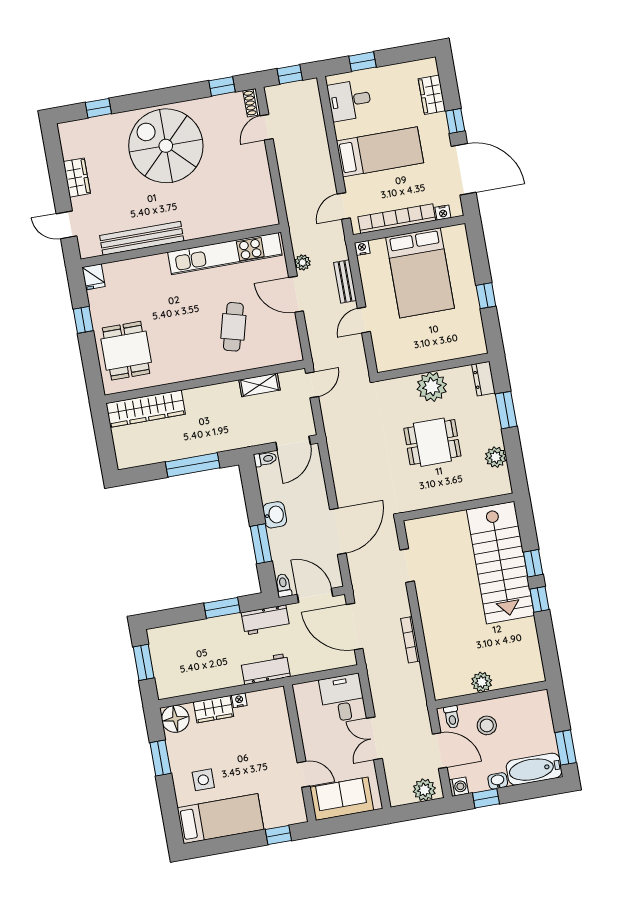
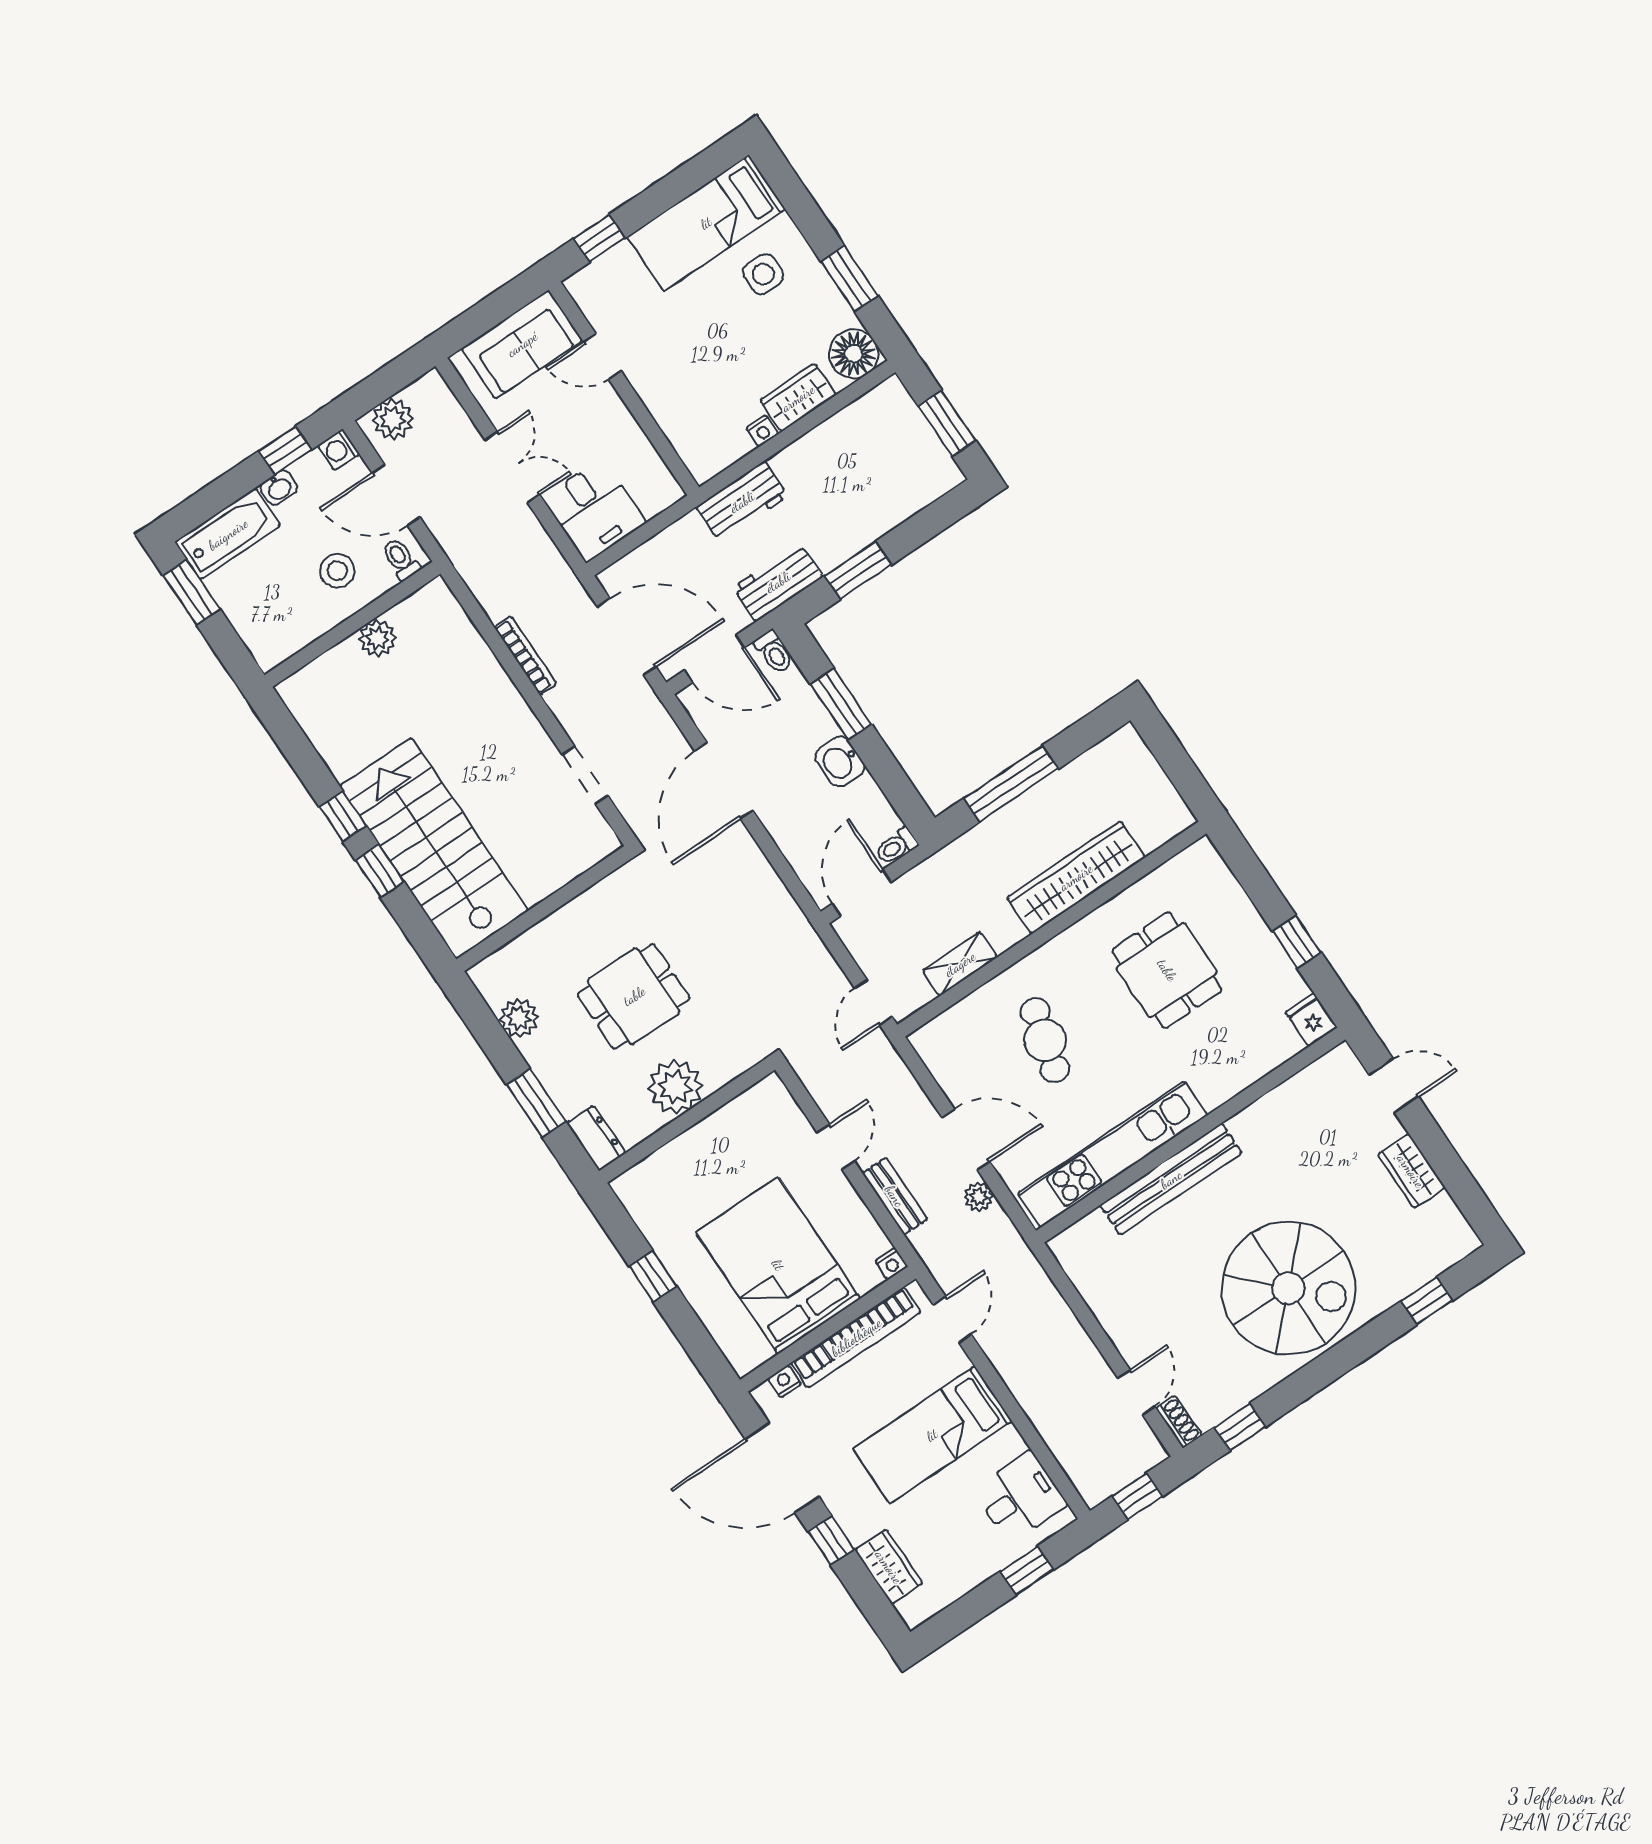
bench: (142, 238) -> (1171, 1179), moved
dining table: (126, 351) -> (1167, 970), moved
wardrobe: (146, 409) -> (1076, 877), moved

